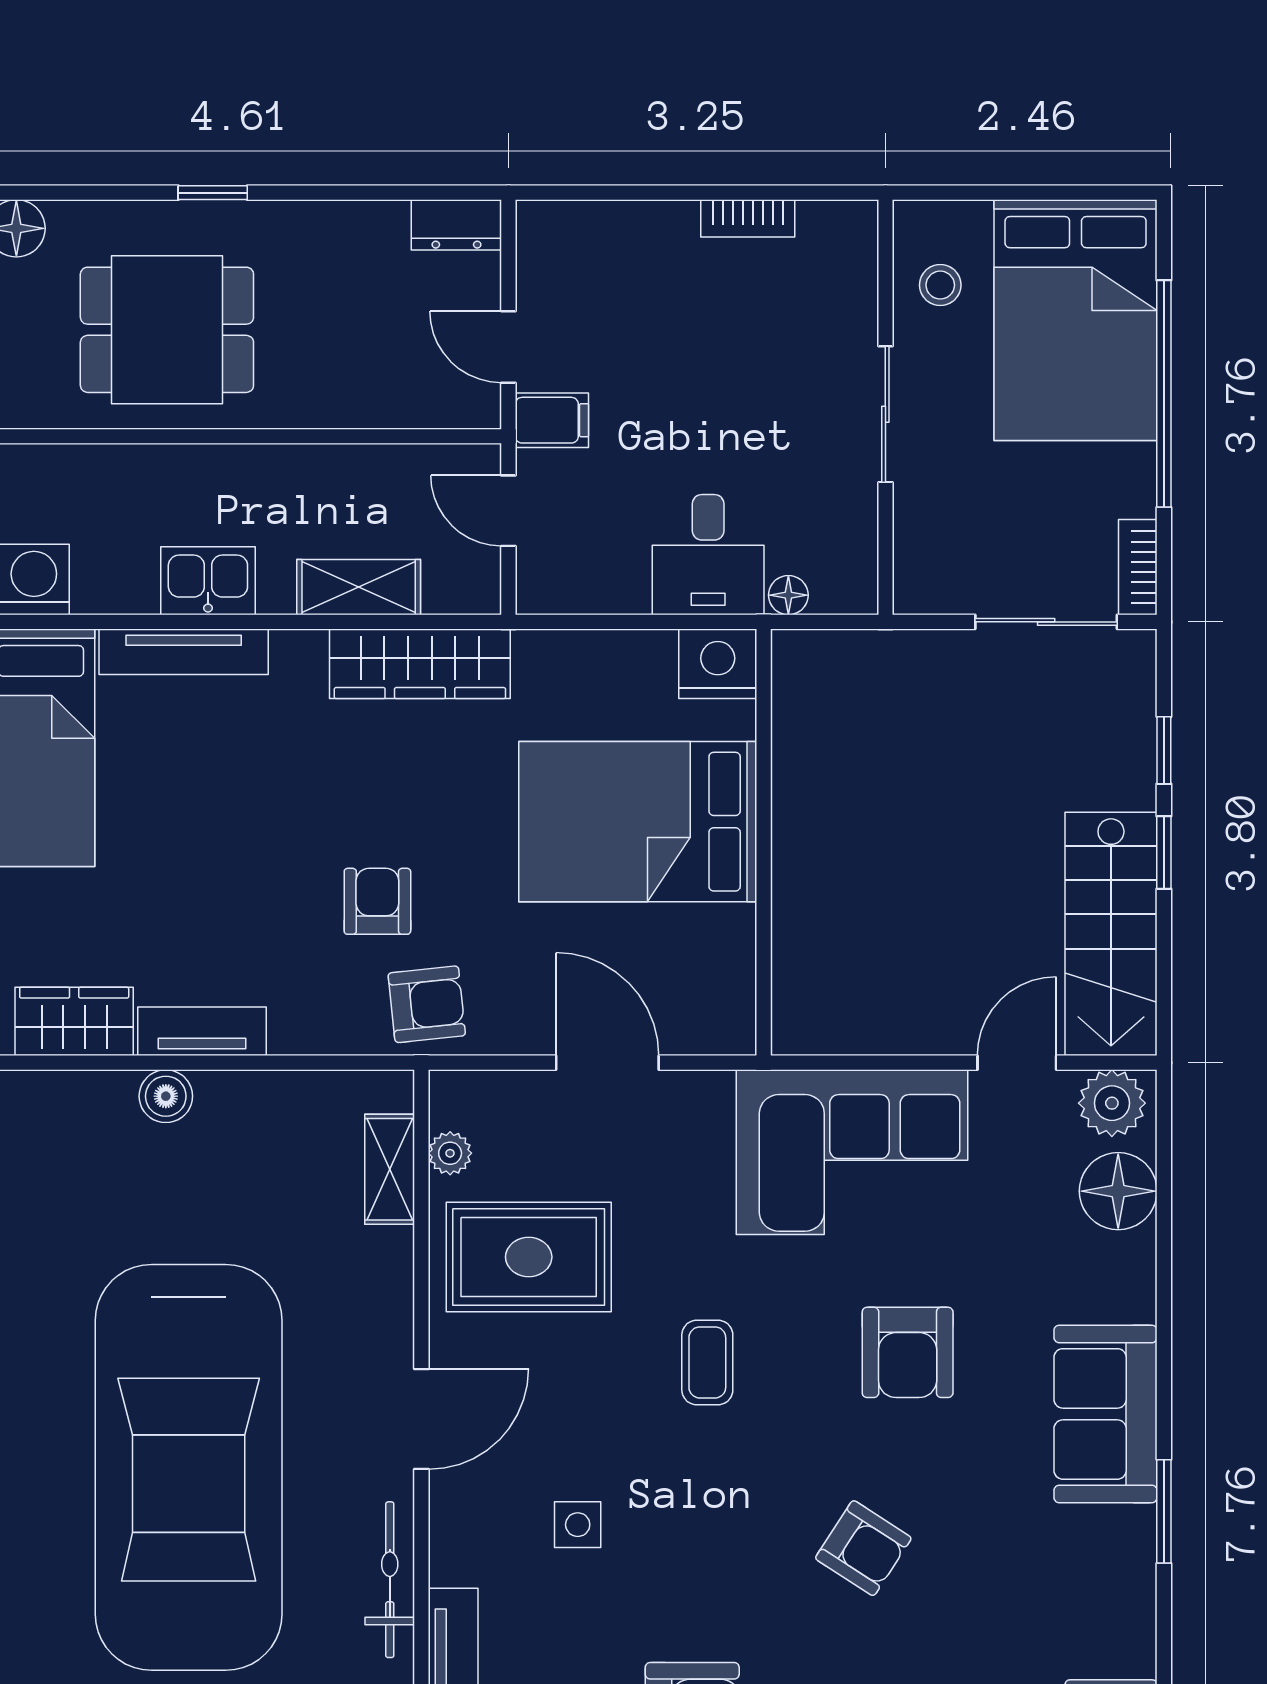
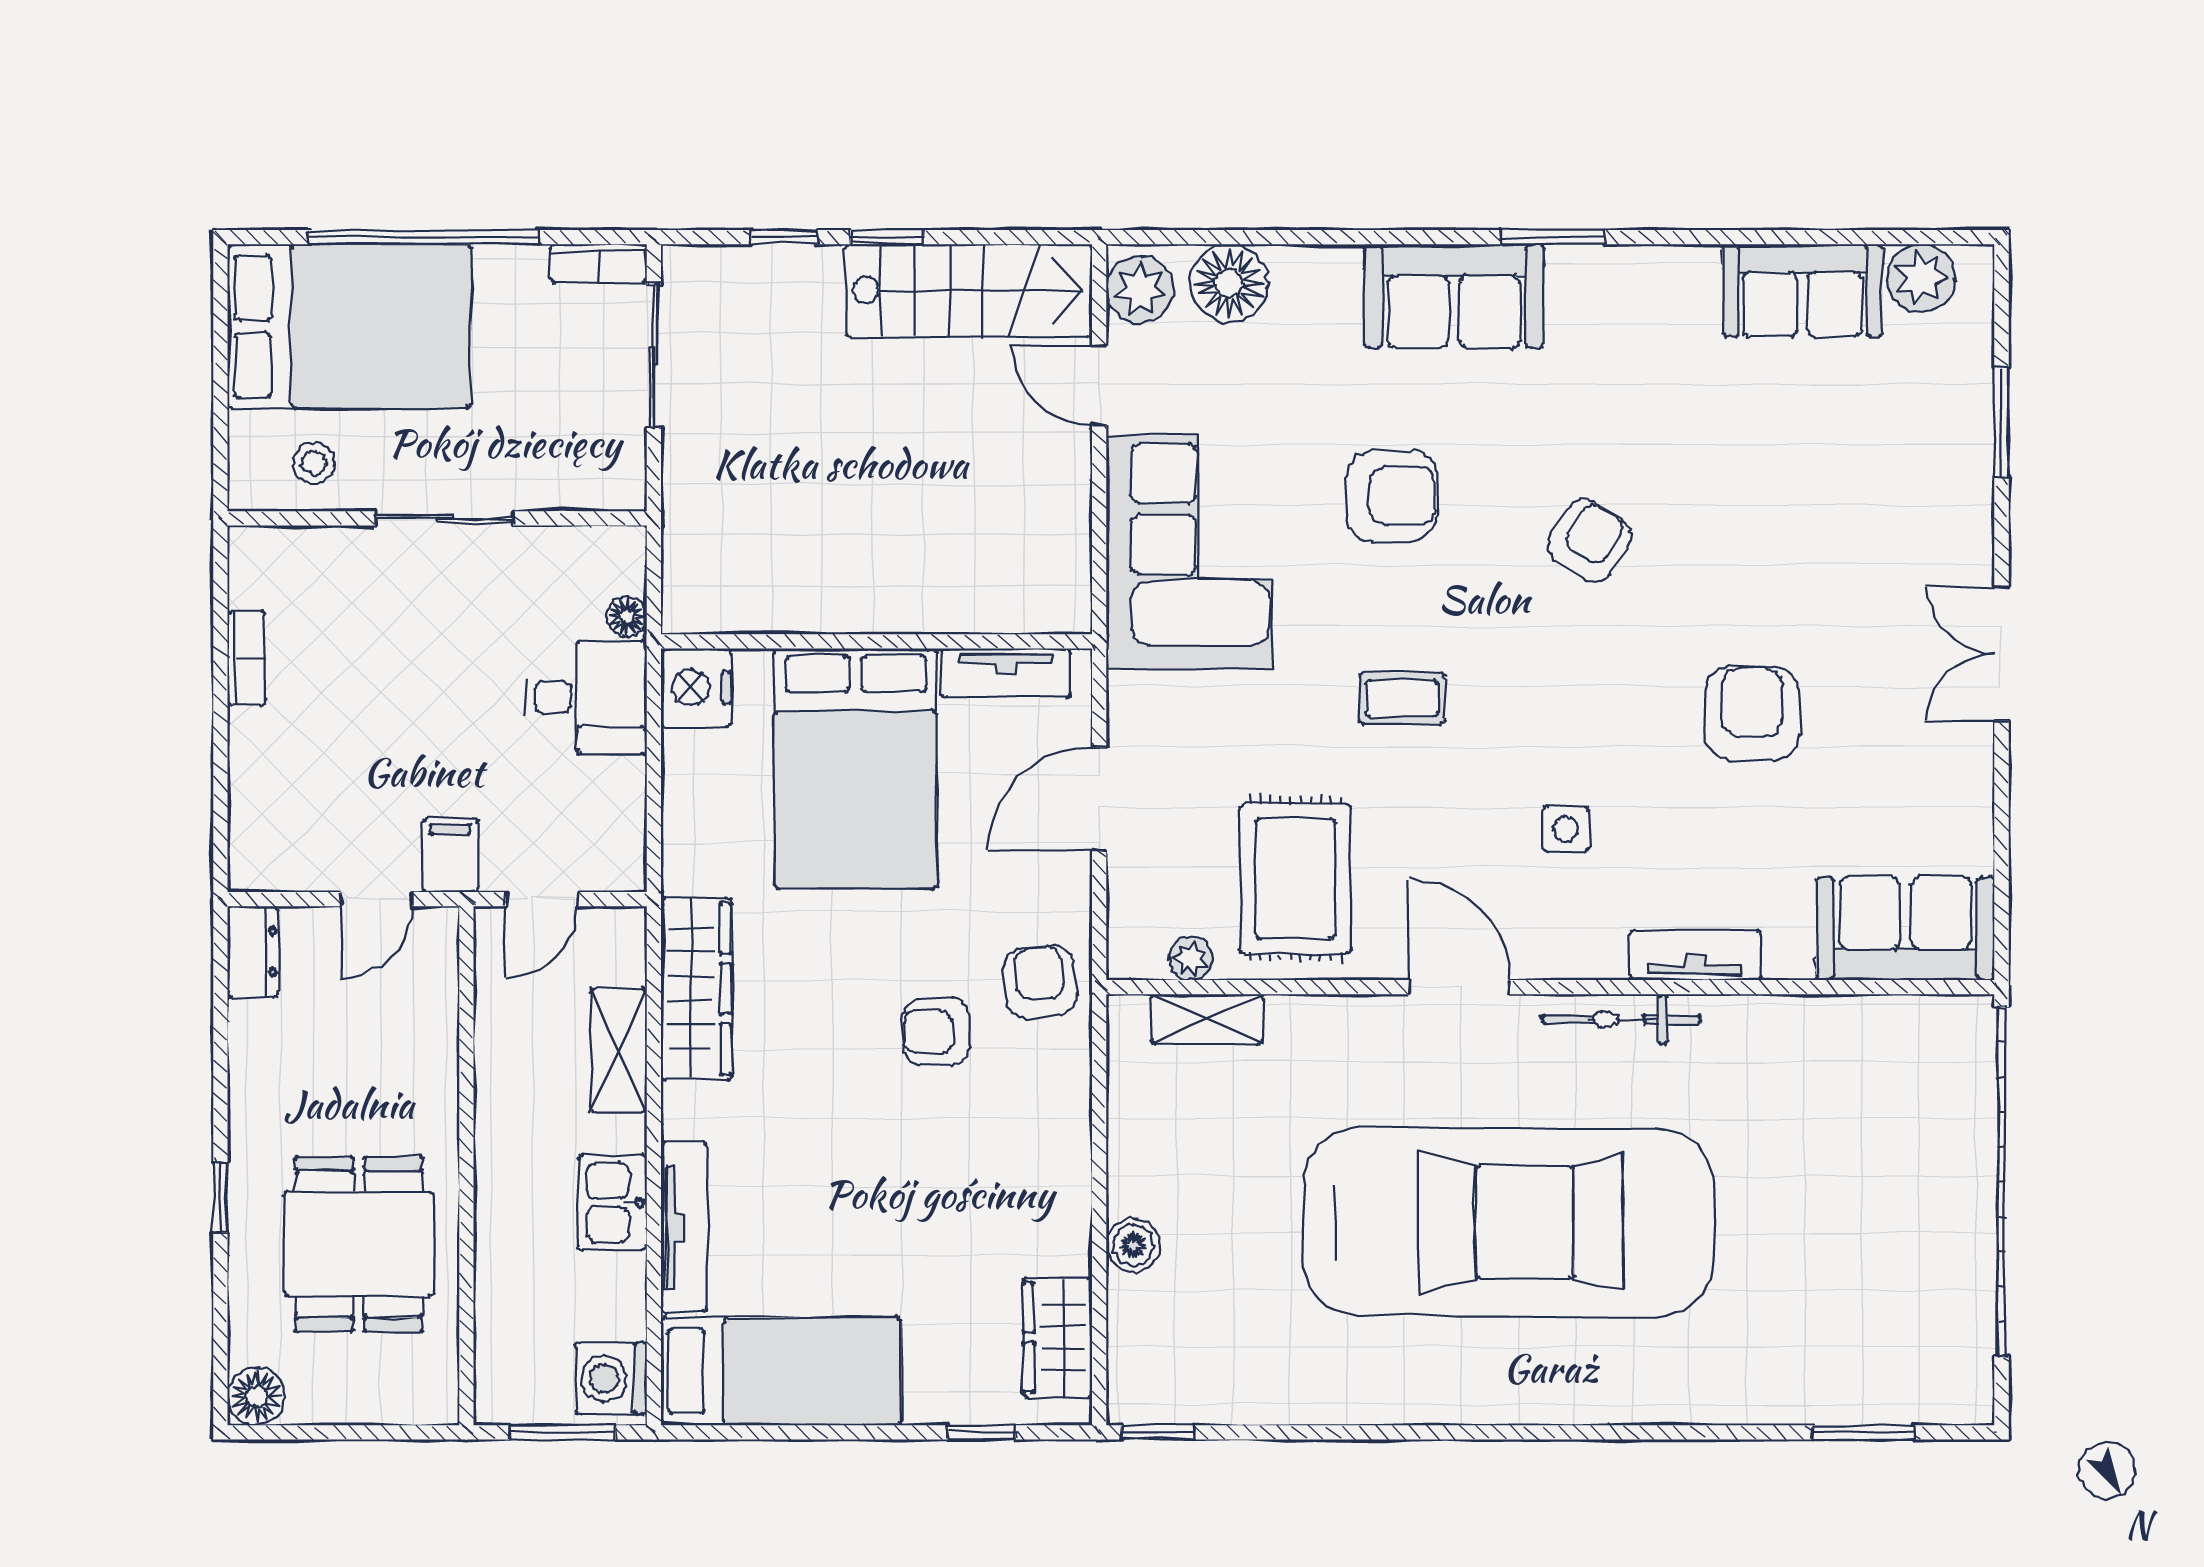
tv unit: (202, 1031) -> (1006, 673), moved, turned -90

